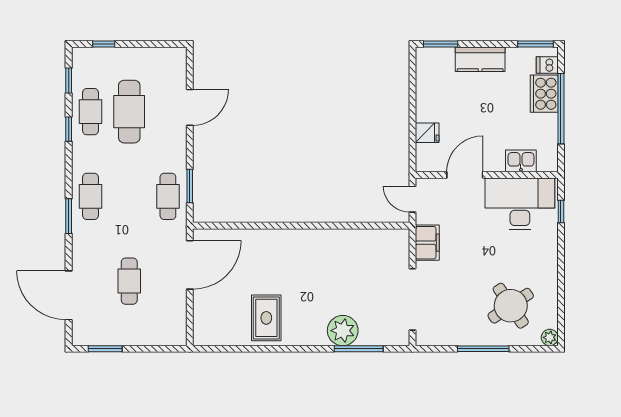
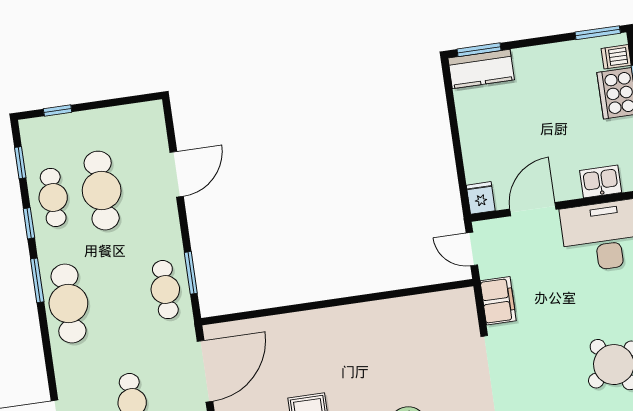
kitchen counter: (480, 59) -> (481, 69), moved
fridge: (427, 133) -> (481, 198), moved, turned -90
cafe table: (90, 196) -> (68, 303), width x1.37, depth x1.35
window: (69, 216) -> (37, 280), moved

